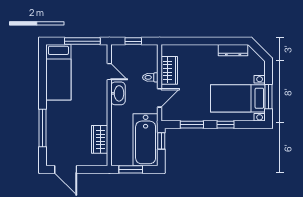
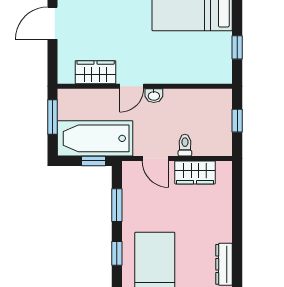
window: (82, 41) -> (237, 47), width x0.46
door: (109, 72) -> (132, 86), moved
washbasin: (118, 93) -> (154, 96), width x0.52, depth x0.69

